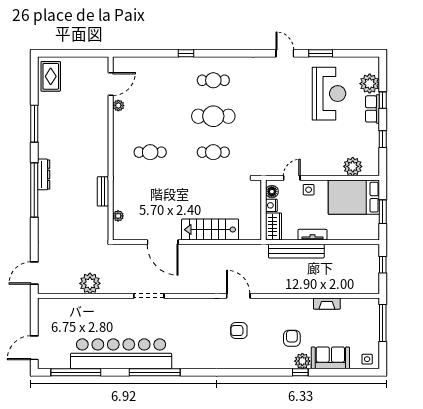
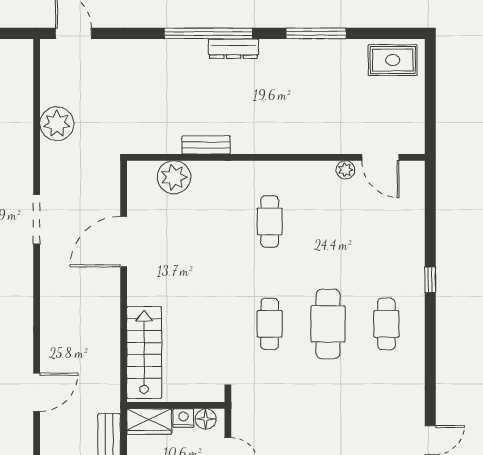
plant: (118, 216) -> (174, 177), width x1.88, depth x1.88
stairs: (210, 230) -> (144, 353), moved
door: (238, 296) -> (37, 392), moved

